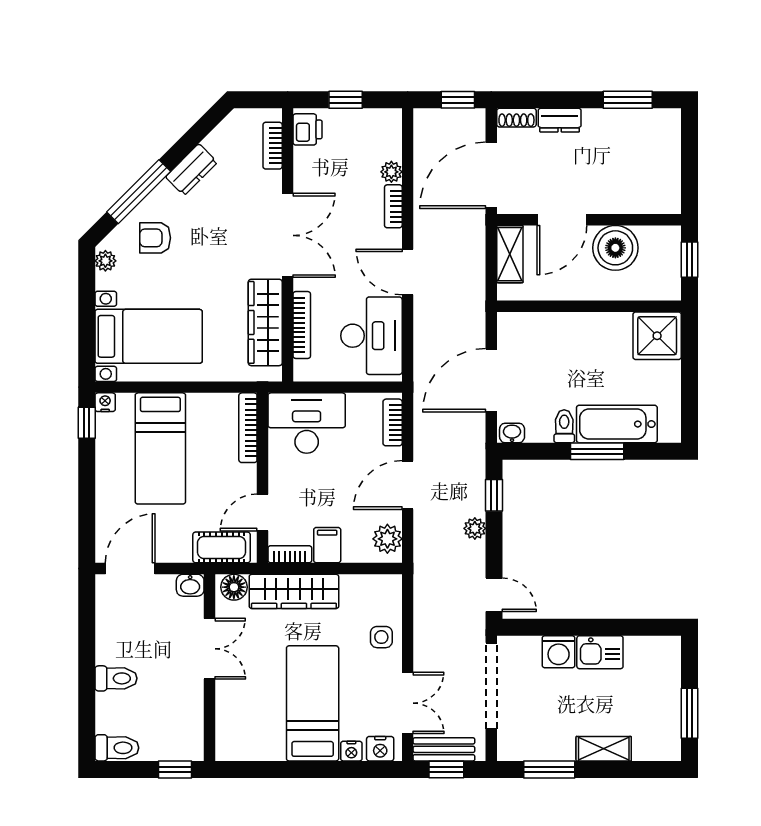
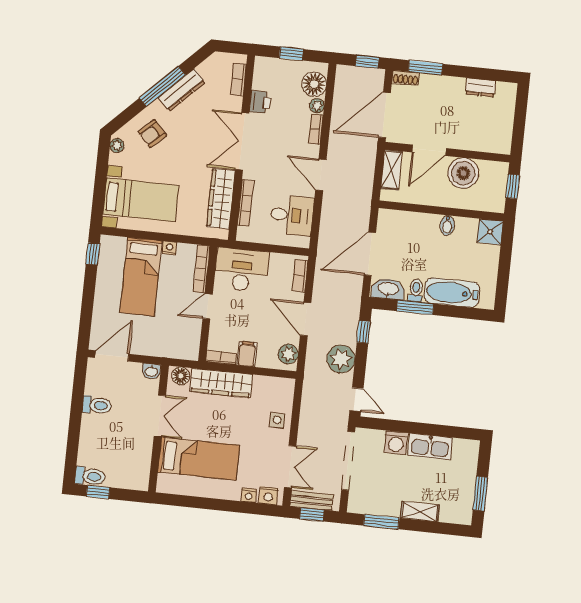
window: (628, 100) -> (425, 68), moved
dresser: (560, 120) -> (481, 87), moved
printer: (308, 129) -> (260, 102), moved
floor lamp: (384, 141) -> (314, 84), added
dresser: (191, 170) -> (182, 90), width x1.44
window: (139, 192) -> (162, 86), moved
double door: (288, 235) -> (242, 141), swing flipped
armchair: (155, 238) -> (152, 134), turned -43
bidet: (600, 327) -> (447, 225), added
desk: (371, 336) -> (292, 215), width x0.73
shower: (657, 336) -> (490, 232), width x0.73, depth x0.73
nightstand: (105, 402) -> (169, 248), moved
washbasin: (512, 433) -> (388, 289), width x1.91, depth x1.45
window: (597, 451) -> (415, 307), moved
door: (408, 485) -> (306, 319), hinge flipped
door: (262, 513) -> (208, 306), moved
plant: (475, 528) -> (341, 359), width x1.88, depth x1.88
cot: (222, 547) -> (175, 348), removed
kitchen sink: (600, 652) -> (430, 447), width x1.38
toilet: (116, 678) -> (97, 405), moved
bed: (313, 703) -> (199, 459), moved, turned 90
window: (175, 769) -> (98, 492), moved

